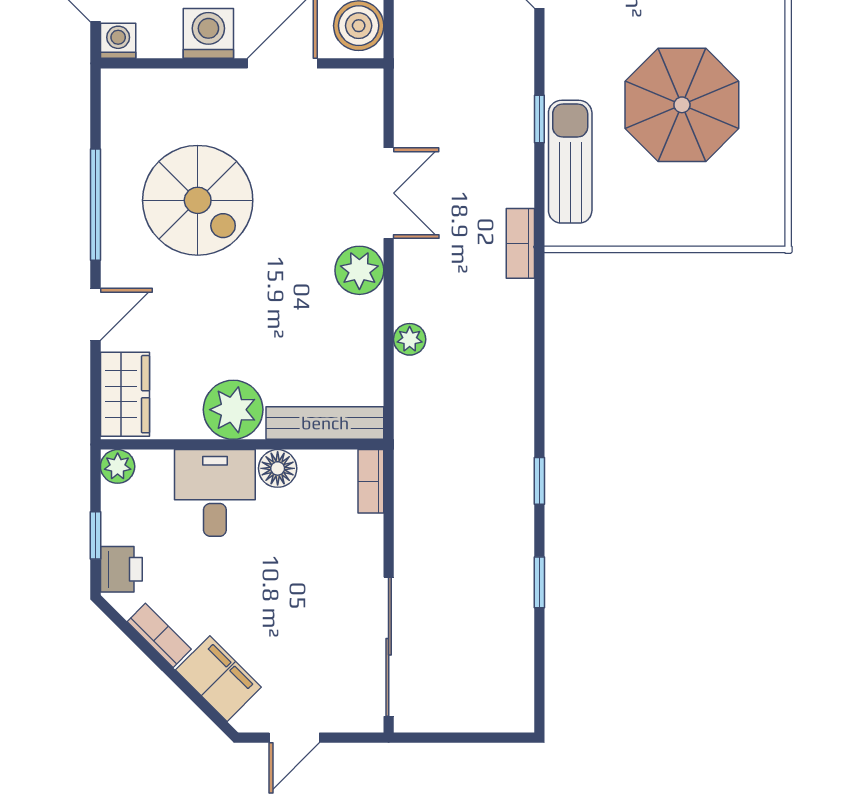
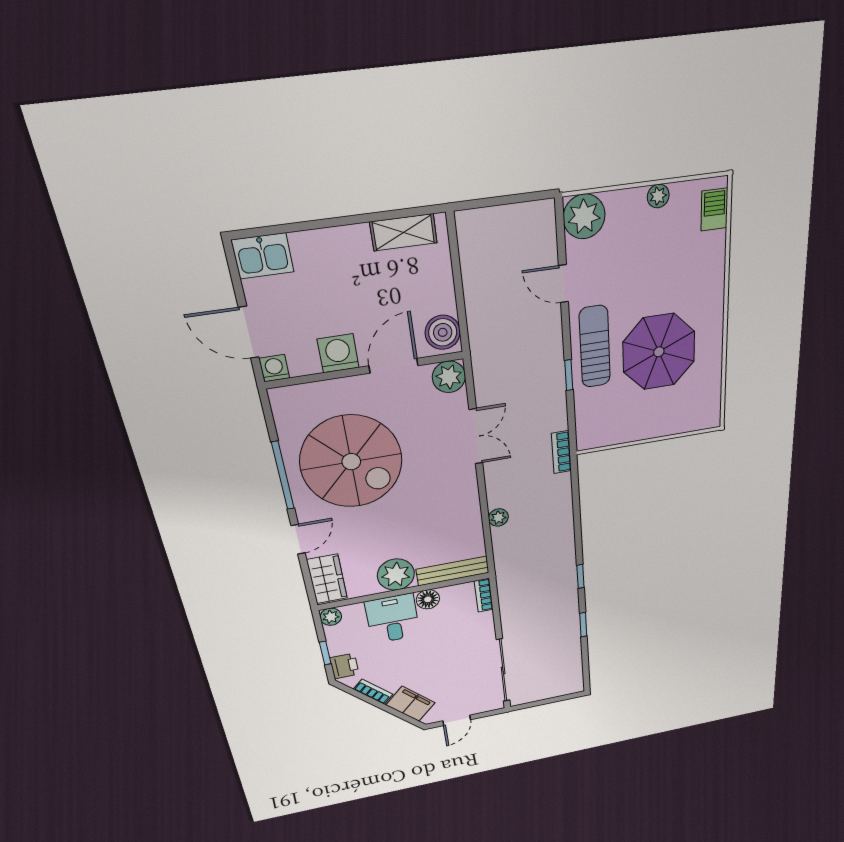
sun lounger: (570, 162) -> (595, 347), moved
spiral stairs: (198, 200) -> (351, 462), width x1.37, depth x1.37
plant: (359, 270) -> (449, 377), moved

